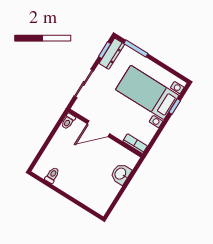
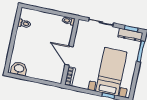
door: (98, 129) -> (69, 56), moved
washbasin: (121, 174) -> (19, 69), moved

